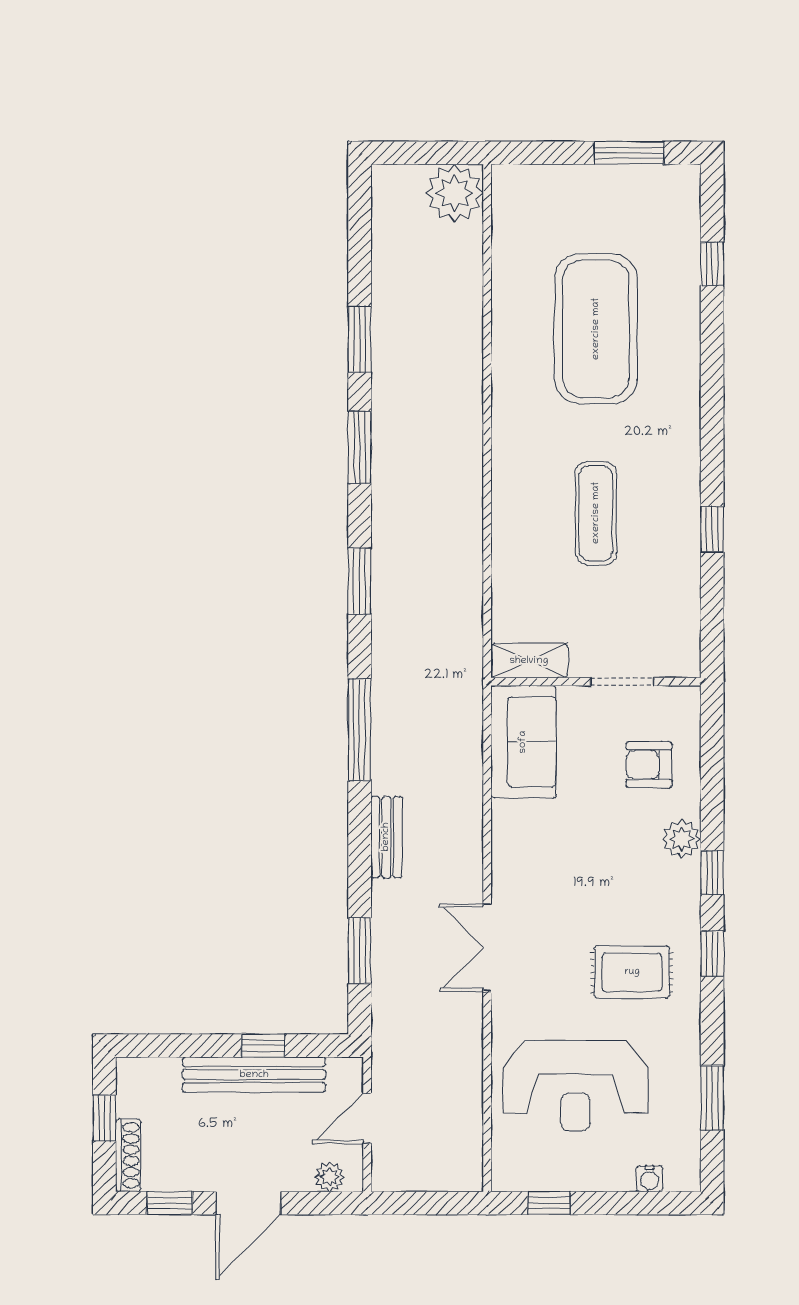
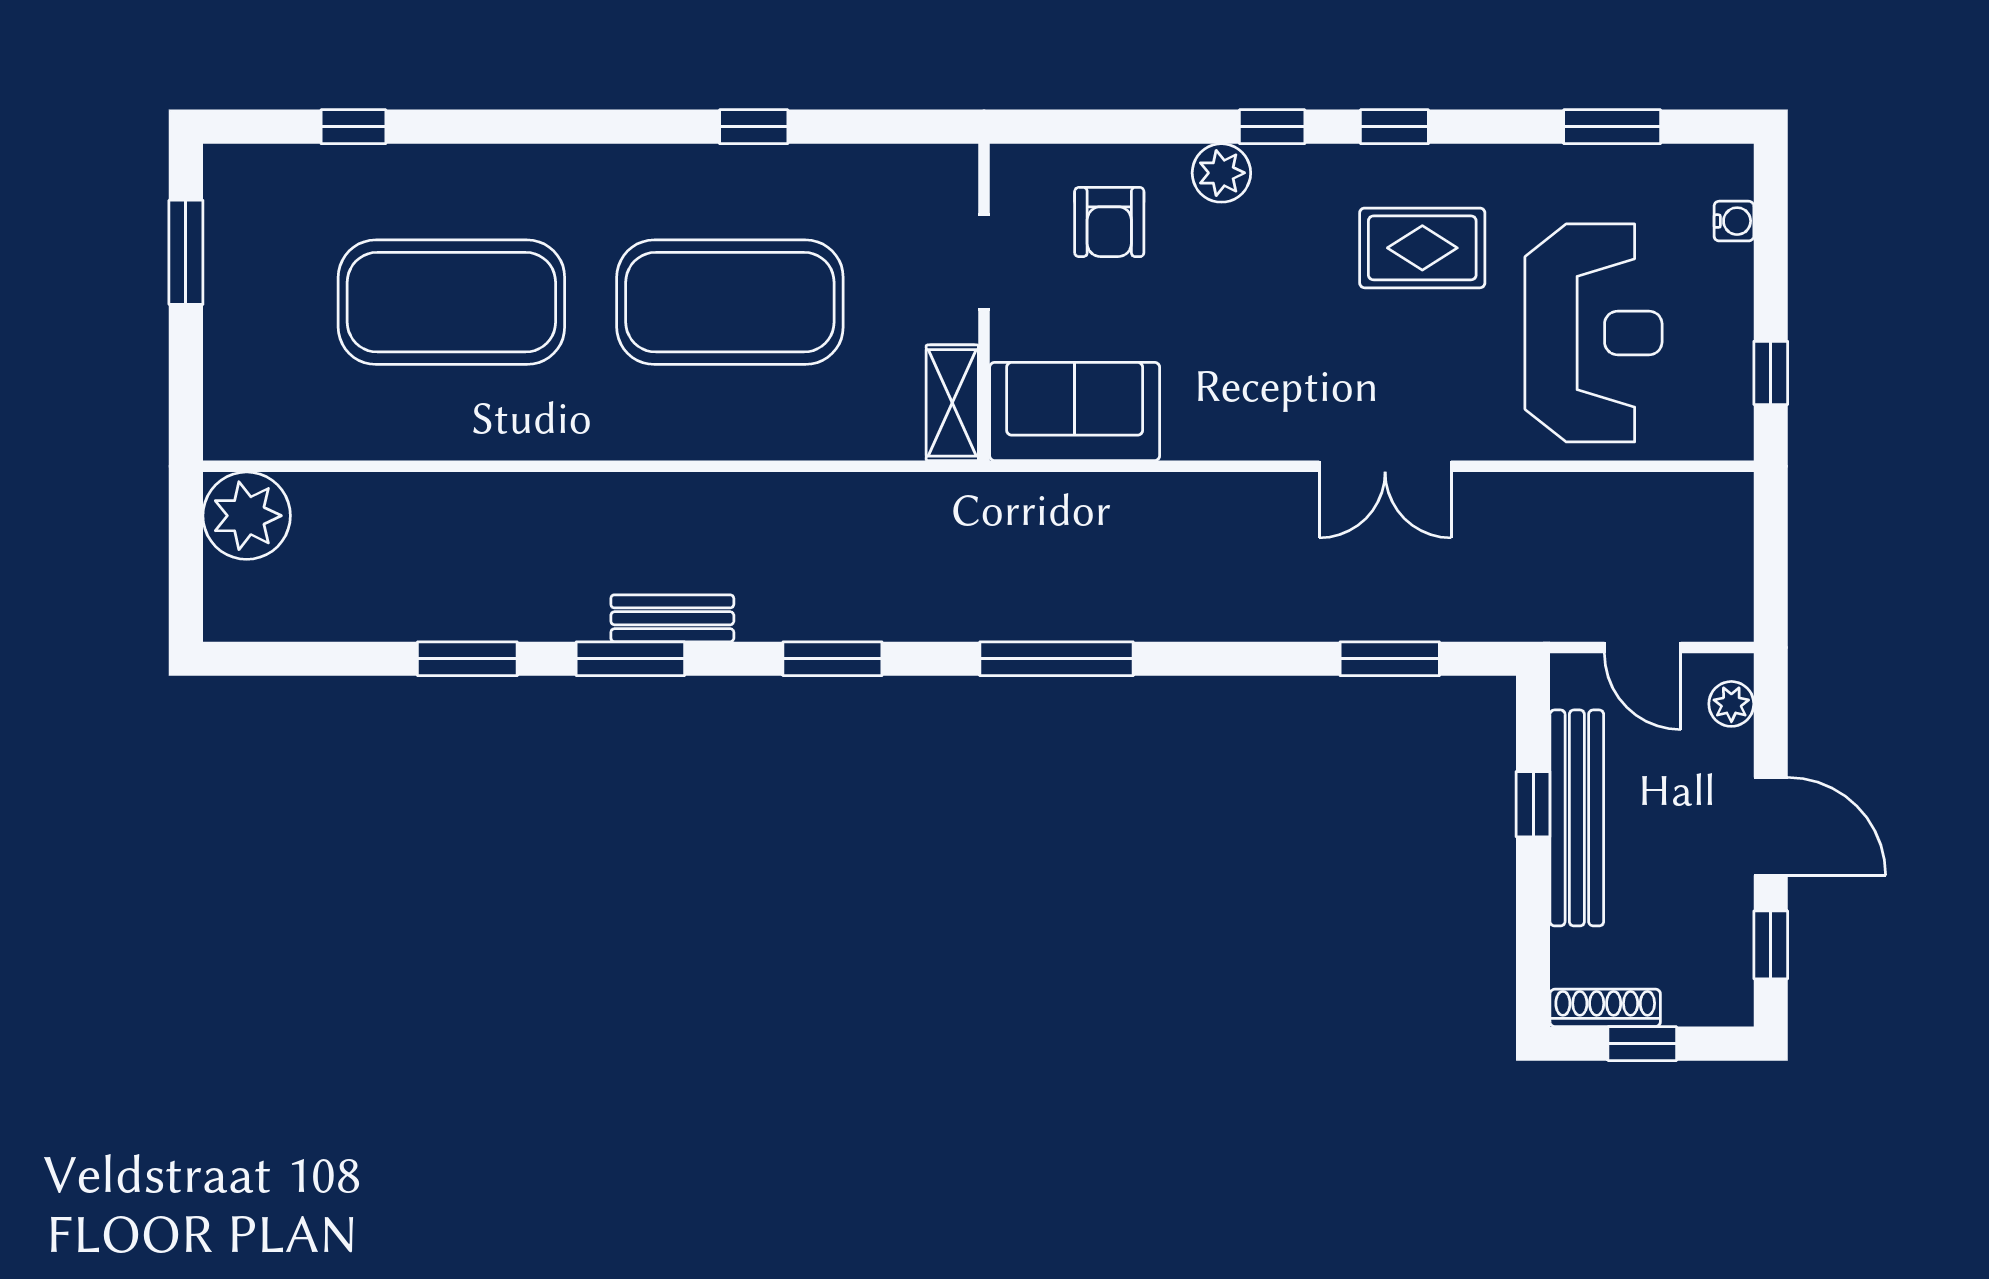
exercise mat: (596, 513) -> (730, 302), width x2.00, depth x1.45
bench: (386, 837) -> (672, 618), moved
rug: (632, 972) -> (1422, 248), turned 90
shoe rack: (128, 1155) -> (1605, 1008), moved

